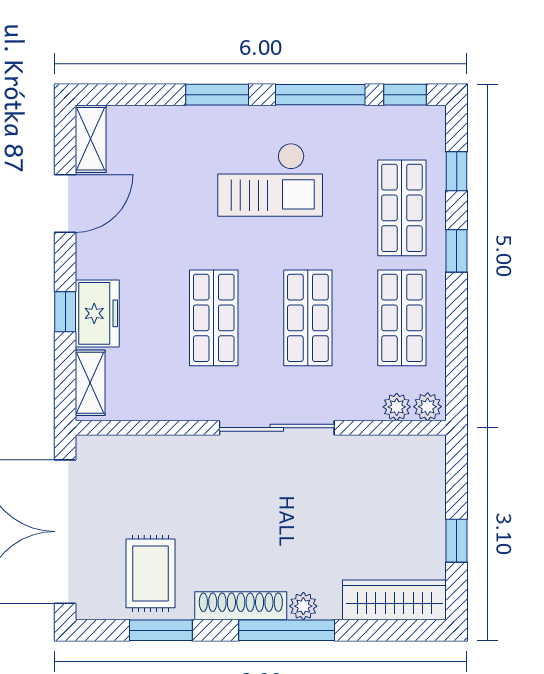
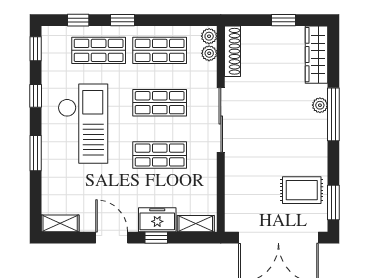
window: (320, 95) -> (36, 96), width x0.46
checkout: (270, 180) -> (83, 124), width x1.36, depth x1.21
door: (65, 203) -> (112, 238), moved
shoe rack: (241, 606) -> (232, 51), moved, turned 180
window: (161, 630) -> (333, 202), moved

